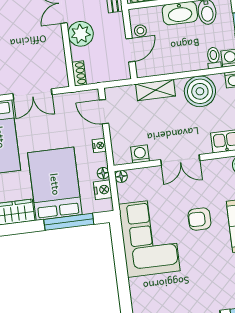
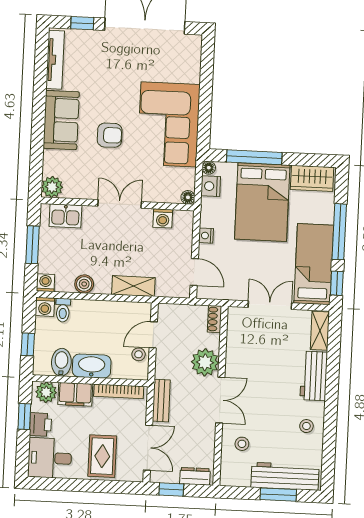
boiler: (200, 91) -> (84, 284), width x0.54, depth x0.54
floor lamp: (103, 173) -> (209, 168), moved

